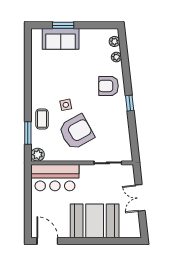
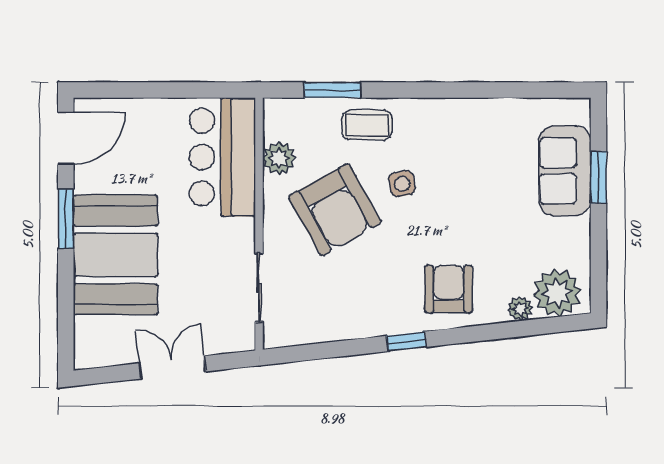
plant: (114, 41) -> (557, 293), width x1.88, depth x1.88
plant: (38, 155) -> (279, 158), moved
window: (80, 241) -> (66, 219), added

